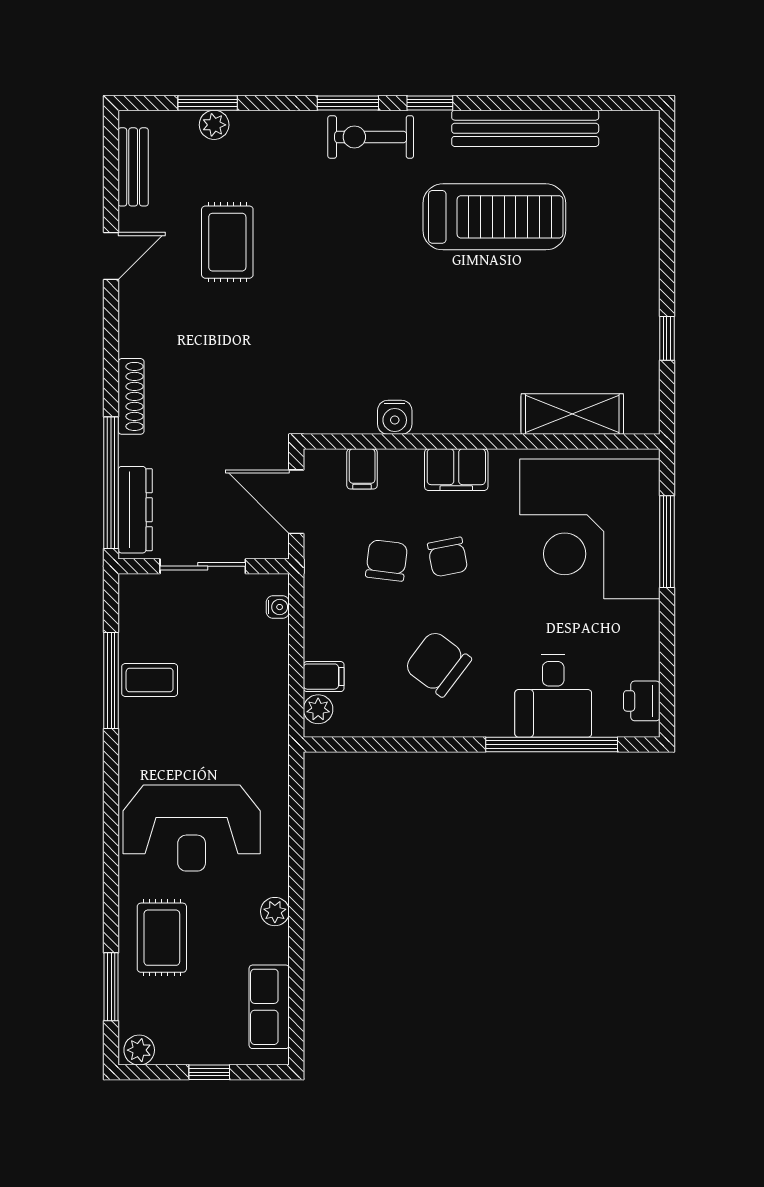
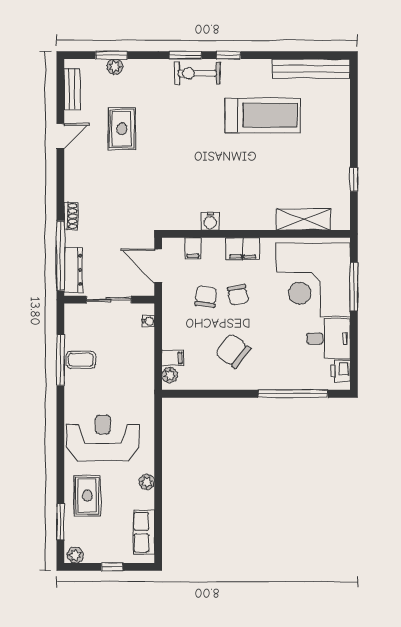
bench: (525, 128) -> (311, 69), moved
shoe rack: (131, 396) -> (71, 216), width x0.70
desk: (553, 696) -> (328, 339), moved, turned -90
reception desk: (192, 828) -> (103, 438), turned 180

